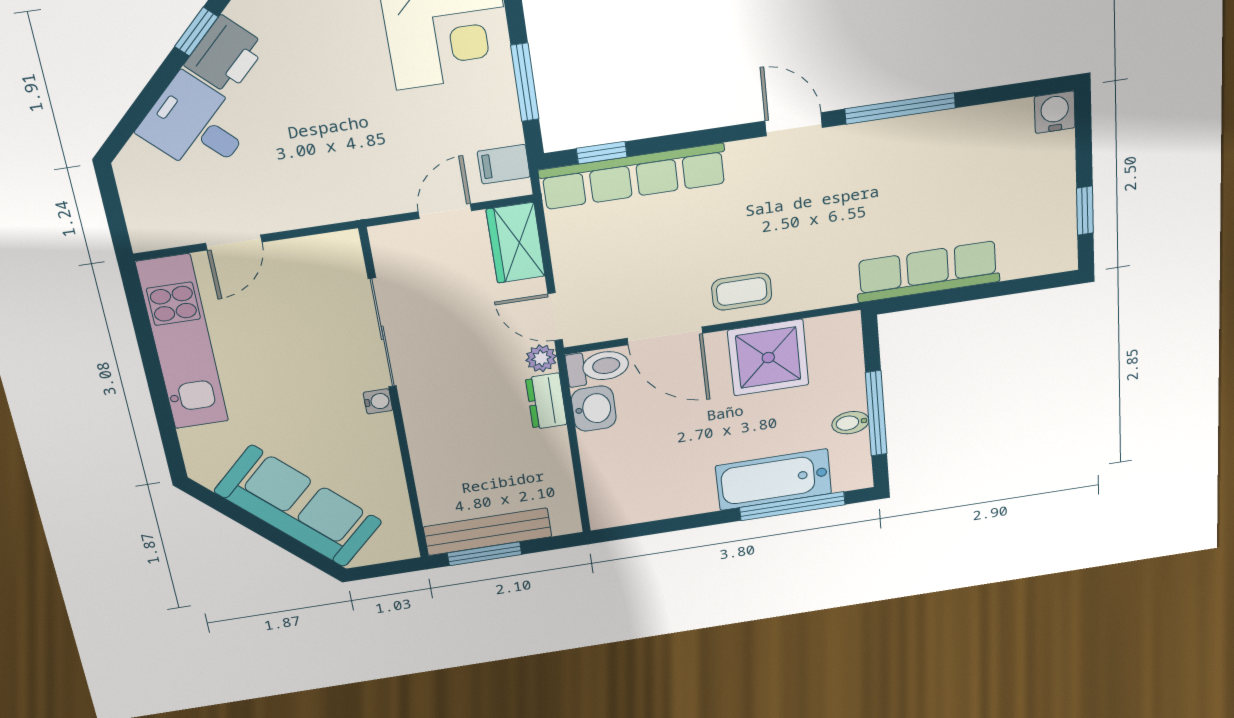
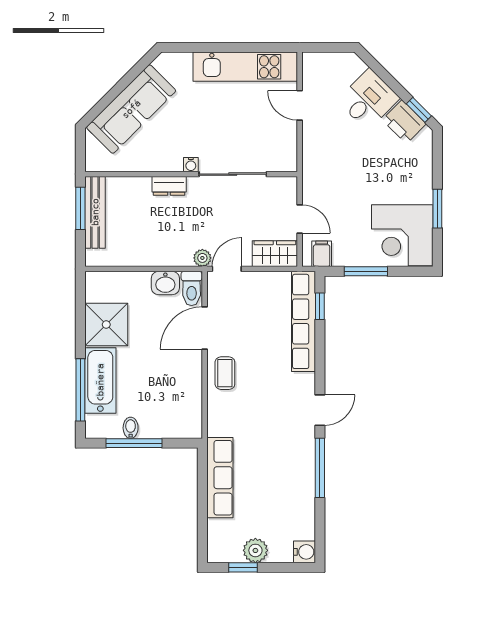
plant: (1054, 195) -> (255, 550), added
shower: (768, 358) -> (106, 325), moved
dresser: (546, 401) -> (169, 186), moved, turned 180

